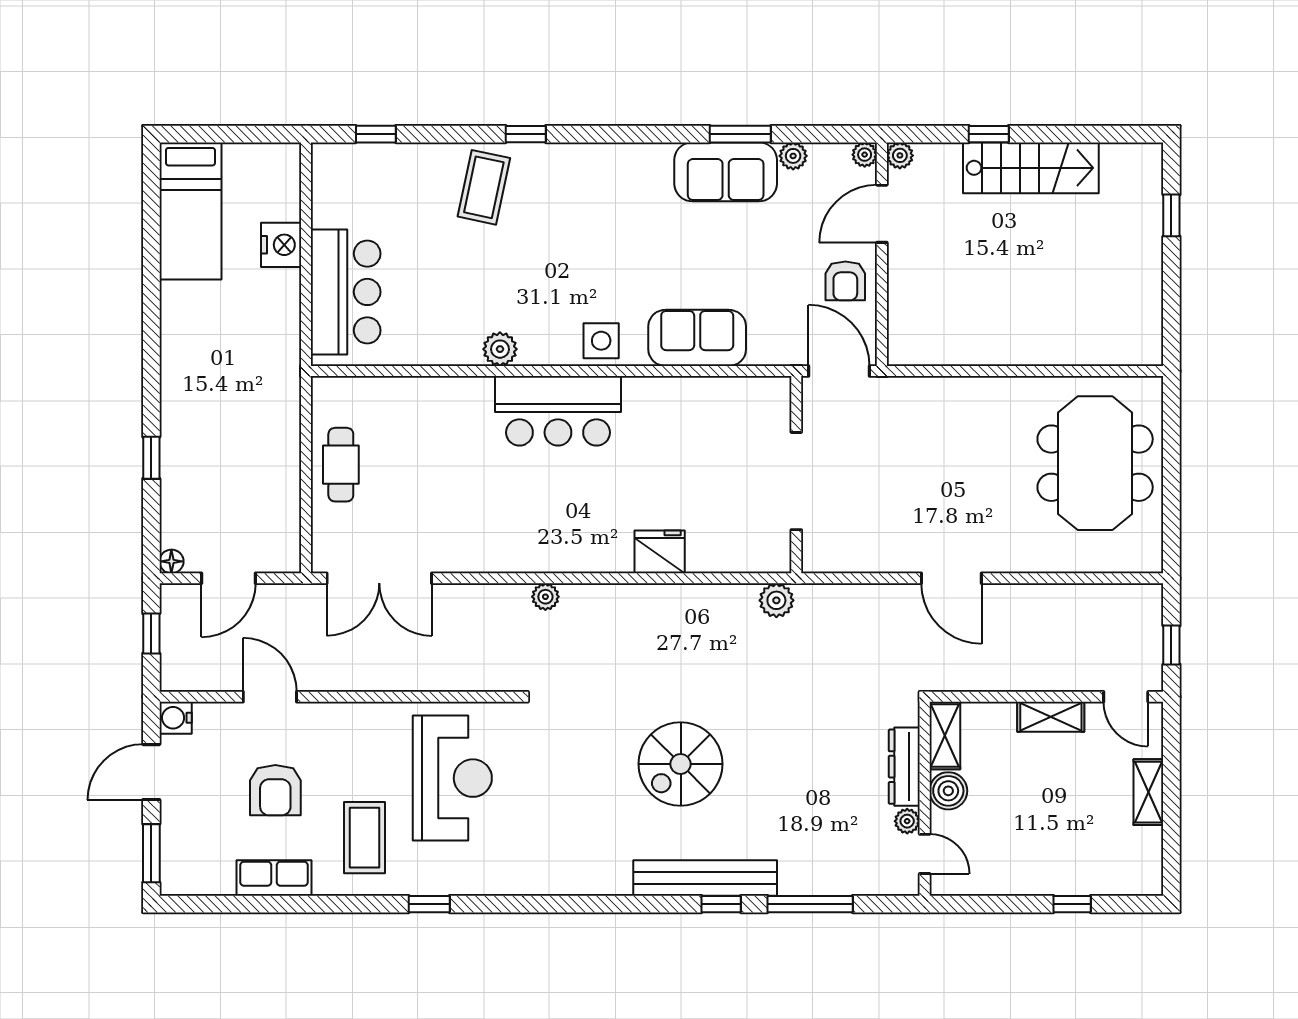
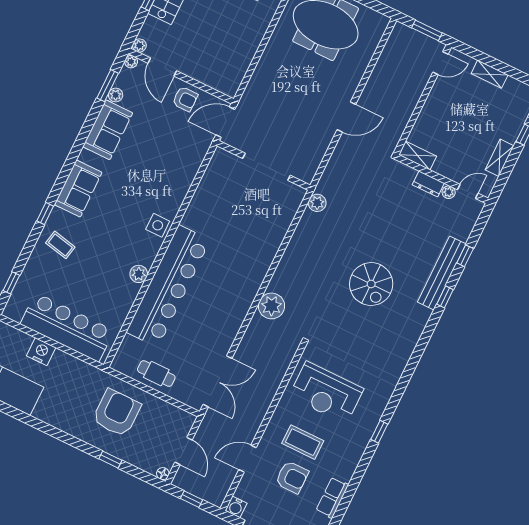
window: (740, 134) -> (108, 86), moved
coffee table: (484, 187) -> (60, 245), width x0.73, depth x0.77
bar counter: (346, 292) -> (67, 327), width x1.36
sofa: (697, 338) -> (78, 189), moved, turned 180
bar counter: (558, 411) -> (168, 286), width x1.86
armchair: (238, 429) -> (117, 413), added
fridge: (660, 552) -> (268, 246), removed
plant: (545, 597) -> (272, 306), width x1.87, depth x1.87
window: (1171, 645) -> (427, 30), width x1.50
shelving: (1051, 717) -> (500, 158), moved
dresser: (904, 767) -> (428, 184), width x0.70
reception desk: (452, 778) -> (326, 393), turned 180
boiler: (948, 791) -> (444, 166), removed
coffee table: (365, 838) -> (303, 442), moved
bench: (705, 878) -> (442, 273), moved
window: (810, 904) -> (465, 256), width x0.46

